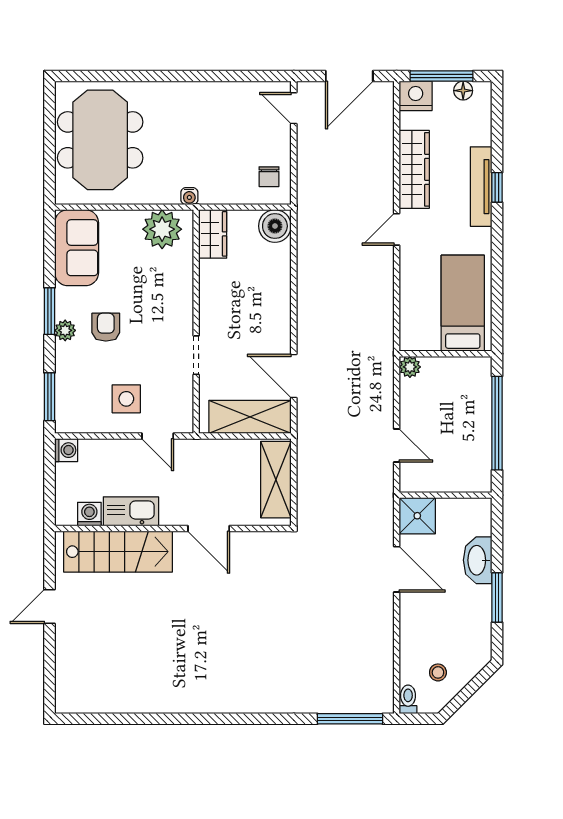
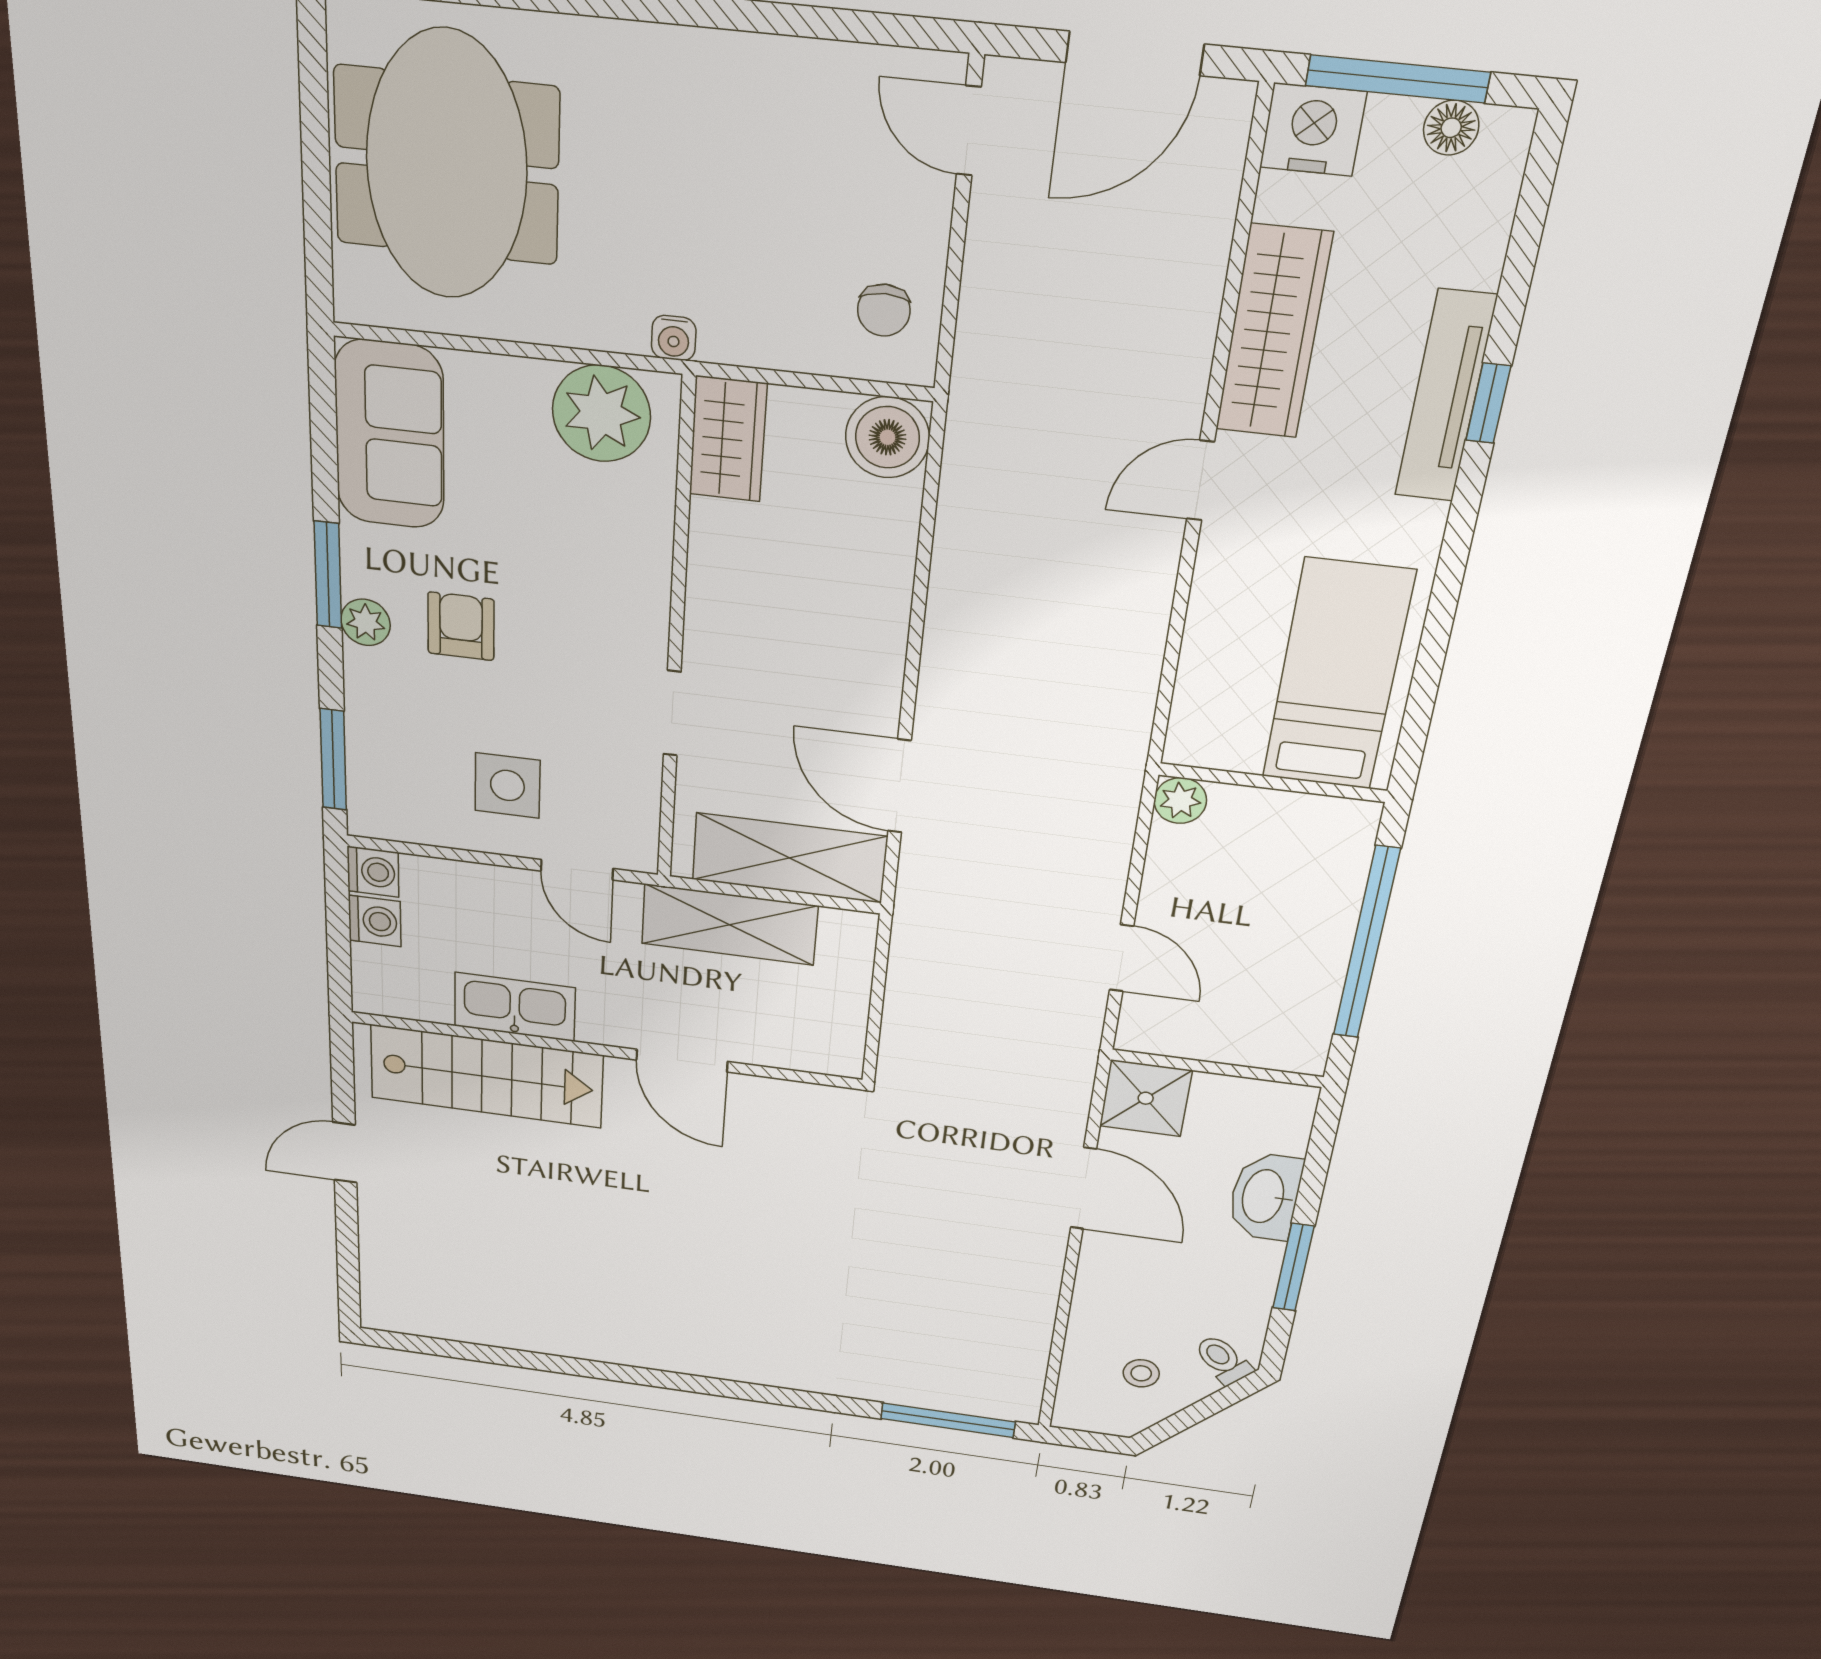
shelving: (276, 480) -> (729, 925), moved, turned 90
washing machine: (89, 514) -> (375, 921), moved, turned 90
toilet: (408, 699) -> (1223, 1360), moved, turned -45

